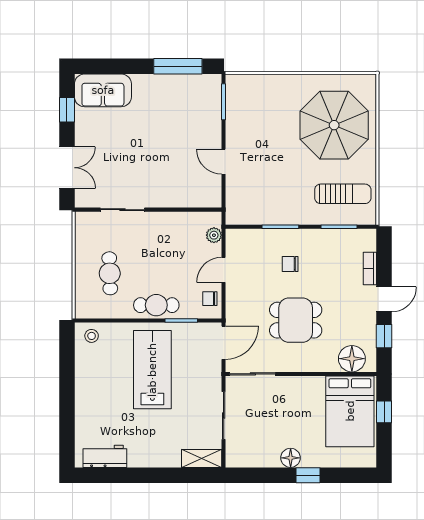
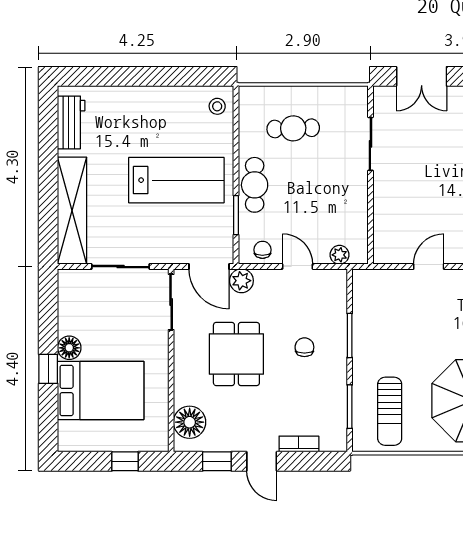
plant: (235, 316) -> (241, 281), added
bed: (350, 411) -> (101, 390), moved, turned 180
shelving: (202, 459) -> (72, 211), width x2.20, depth x1.33

